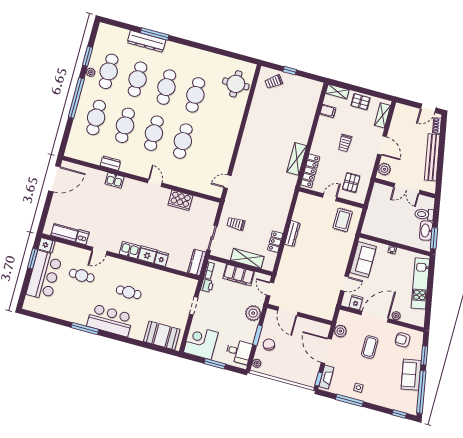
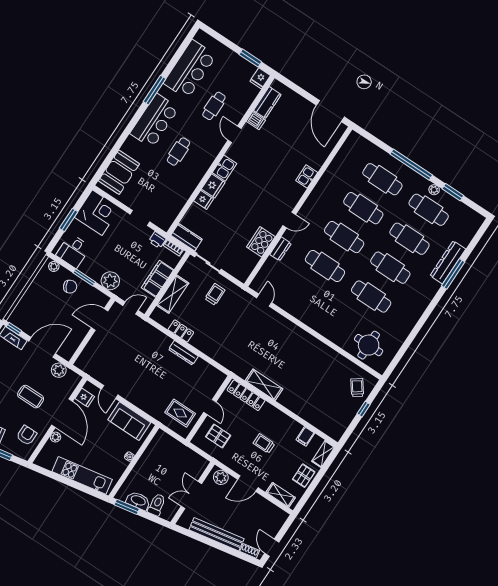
dresser: (110, 163) -> (280, 249), moved
bar counter: (44, 275) -> (190, 69), moved, turned -90

